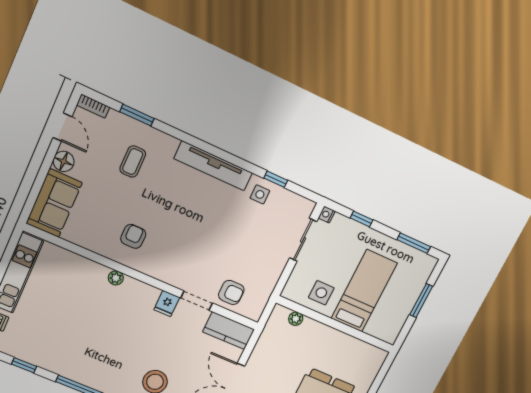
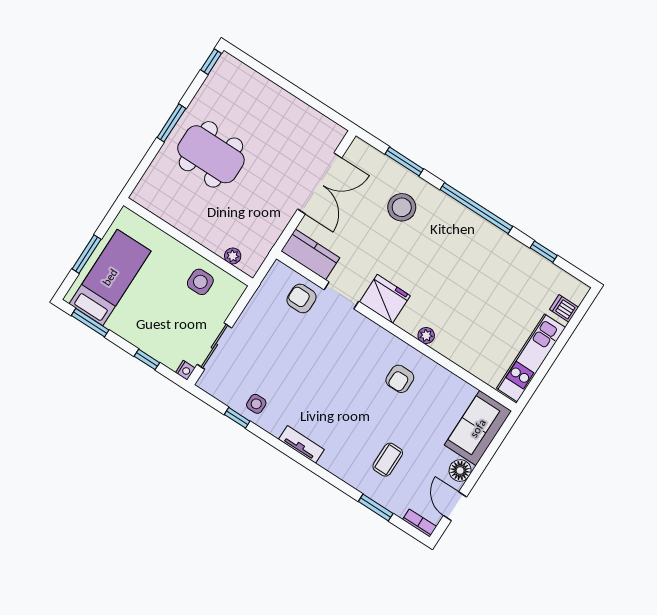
tv unit: (213, 166) -> (301, 444), width x0.52, depth x0.78
bed: (364, 291) -> (110, 277), moved, turned 180
fridge: (167, 304) -> (385, 299), width x1.88, depth x1.34

